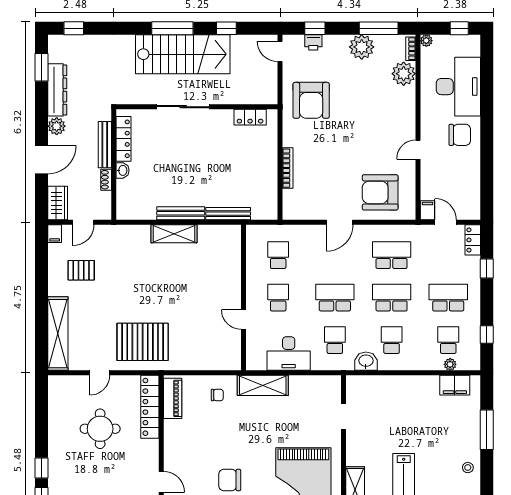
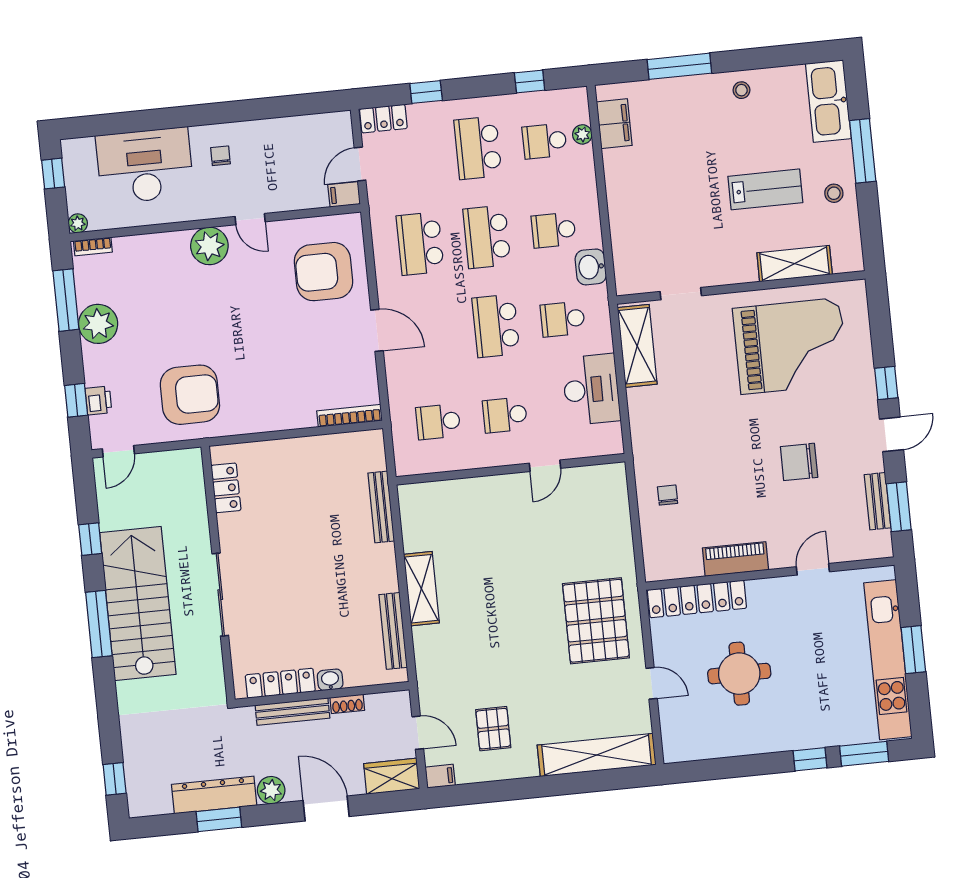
window: (42, 67) -> (219, 819), moved
plant: (404, 74) -> (209, 246), moved
chair: (460, 135) -> (220, 156), width x0.54, depth x0.54
bookcase: (288, 168) -> (349, 416), moved
armchair: (380, 192) -> (324, 272), turned 90
bench: (181, 213) -> (393, 631), moved
shelving: (263, 385) -> (637, 346), moved
piano: (173, 398) -> (736, 559), moved
chair: (230, 480) -> (799, 462), turned 90

